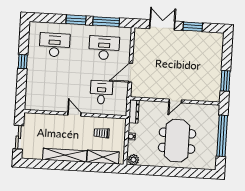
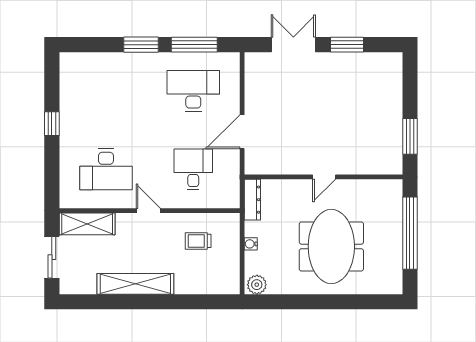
desk: (55, 45) -> (106, 169), moved, turned 180
shelving: (103, 157) -> (87, 224), moved

